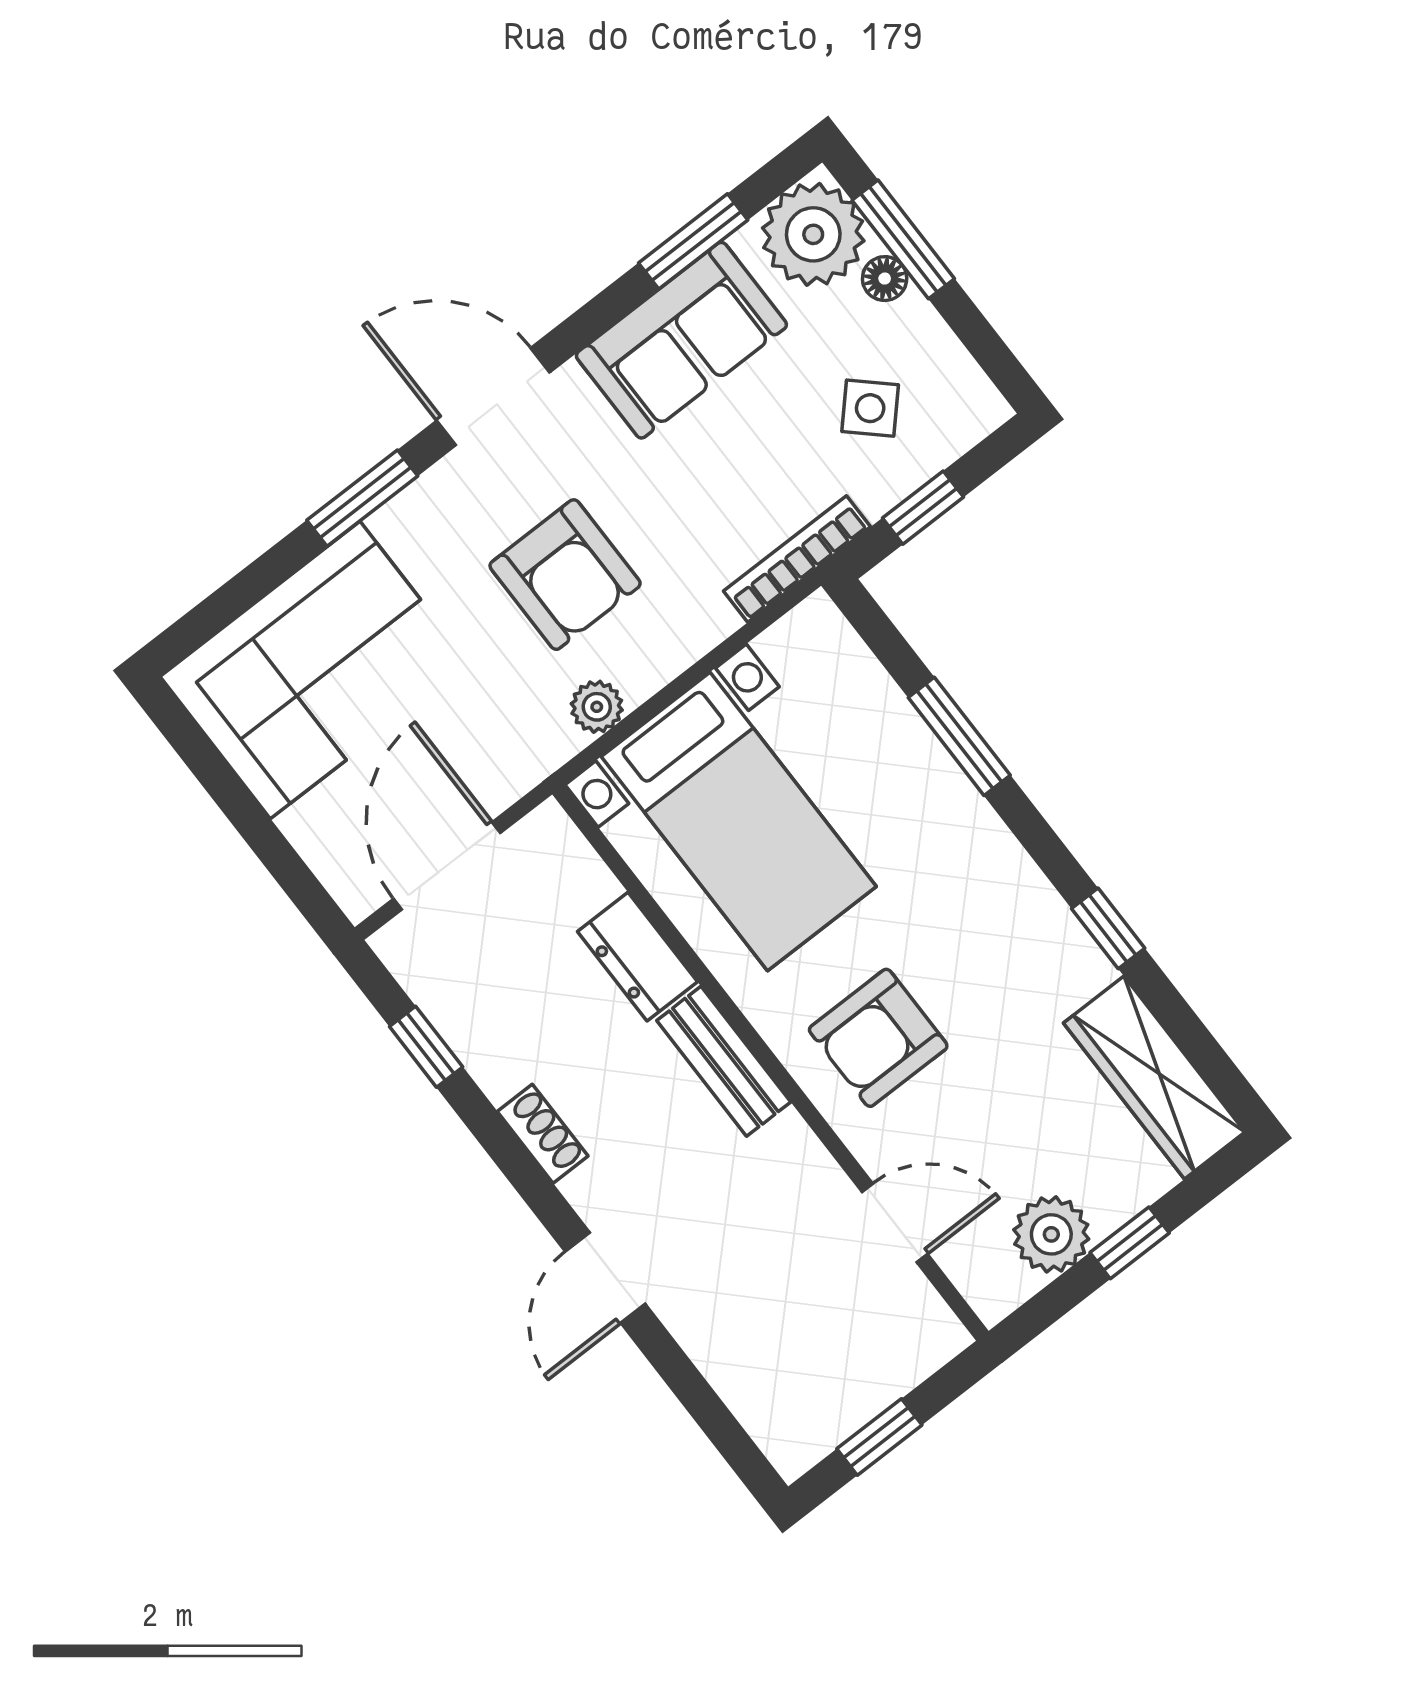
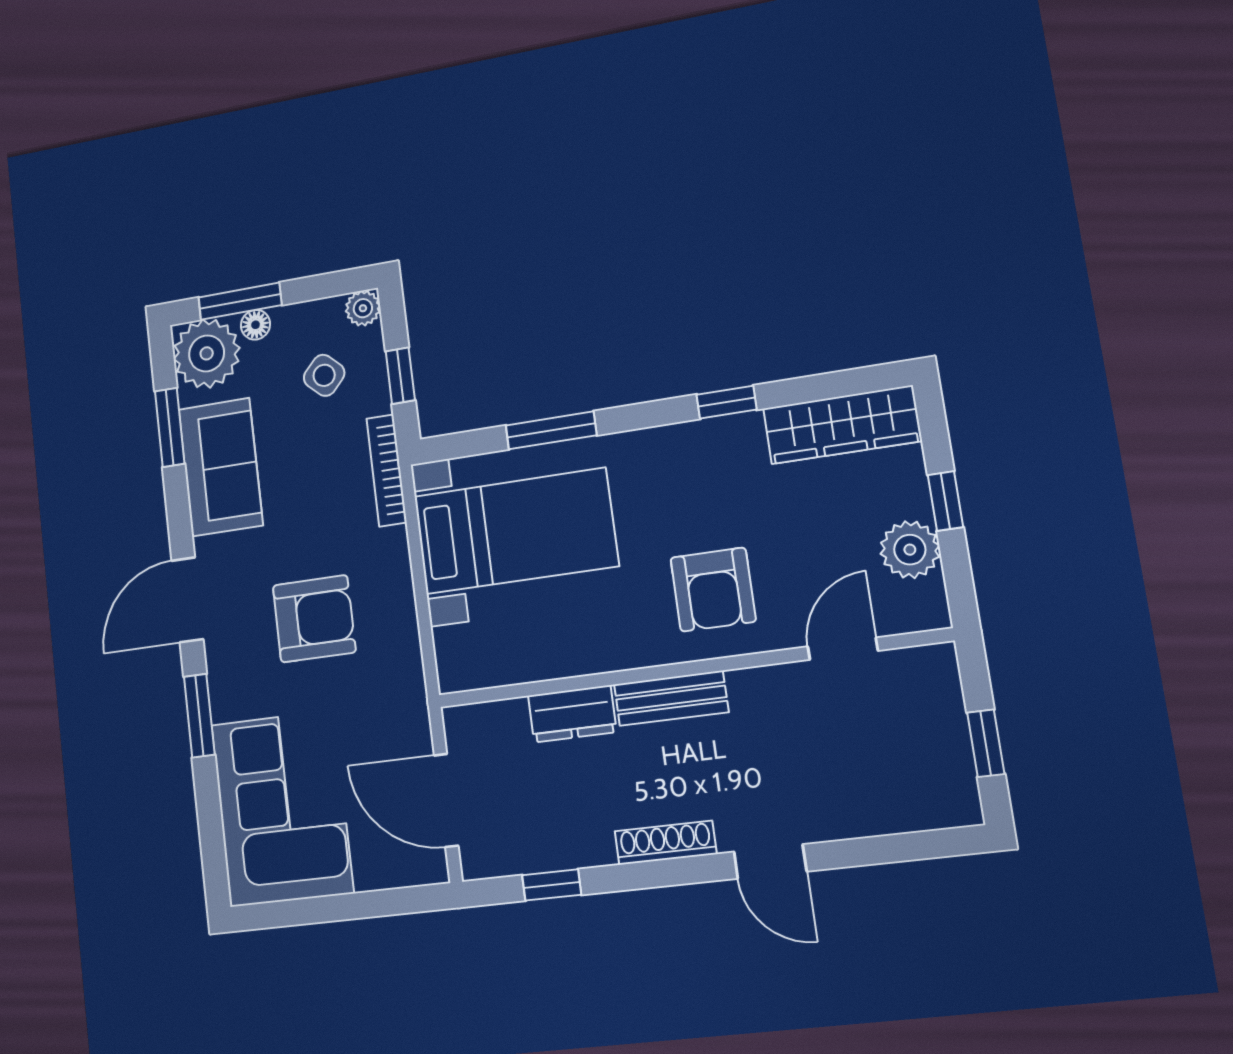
plant: (597, 707) -> (363, 308), moved
bed with nightstands: (739, 821) -> (515, 531), moved
shoe rack: (543, 1134) -> (666, 843), width x1.43

